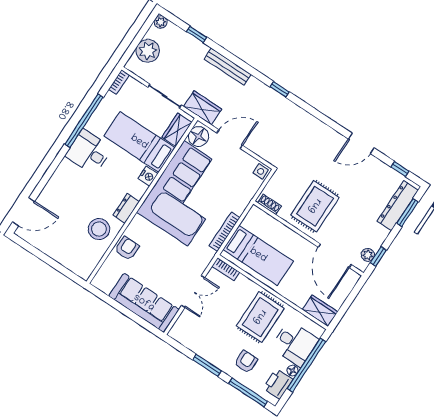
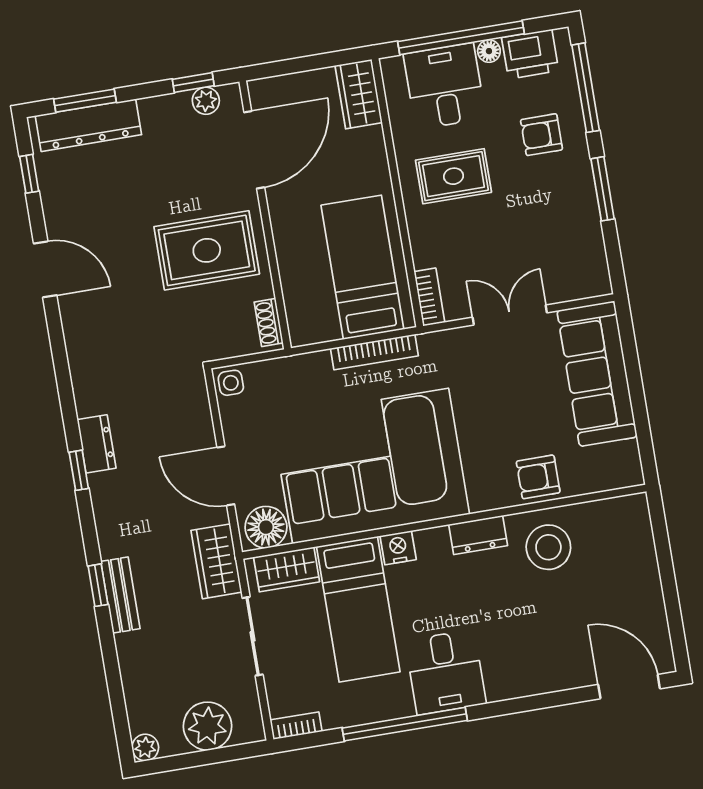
window: (197, 34) -> (98, 585), moved
bench: (228, 67) -> (120, 595), width x0.73
dresser: (283, 104) -> (96, 444), added
rug: (260, 317) -> (454, 176), width x0.73, depth x0.70

